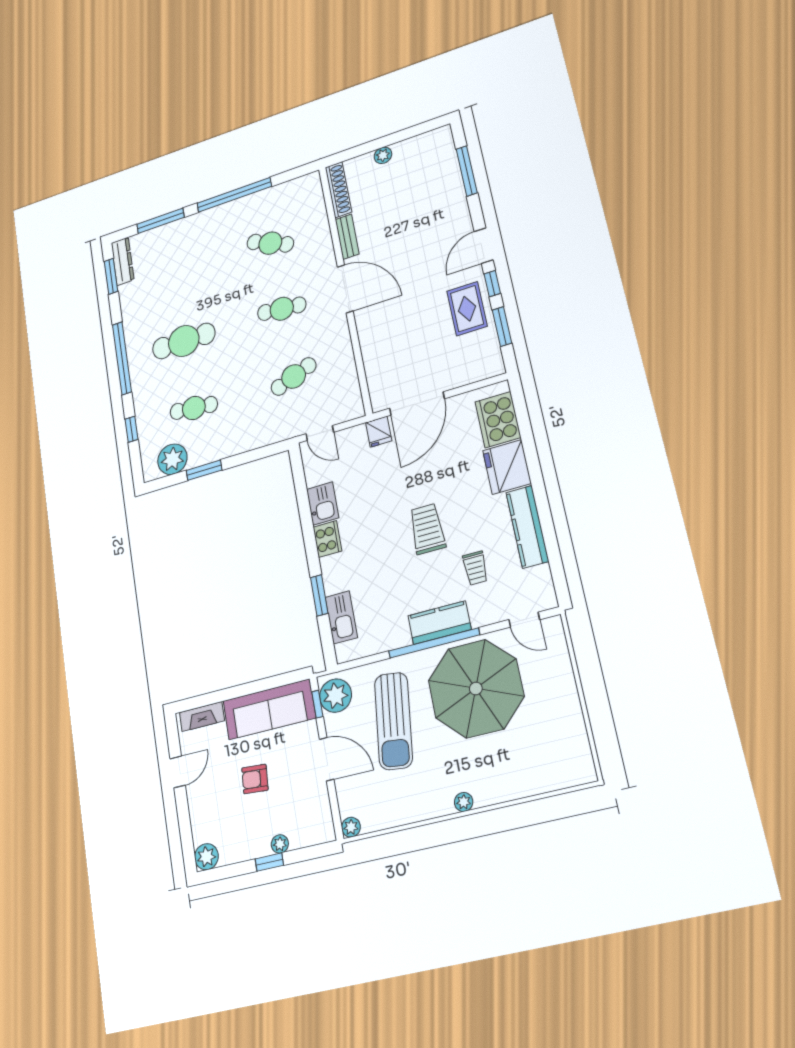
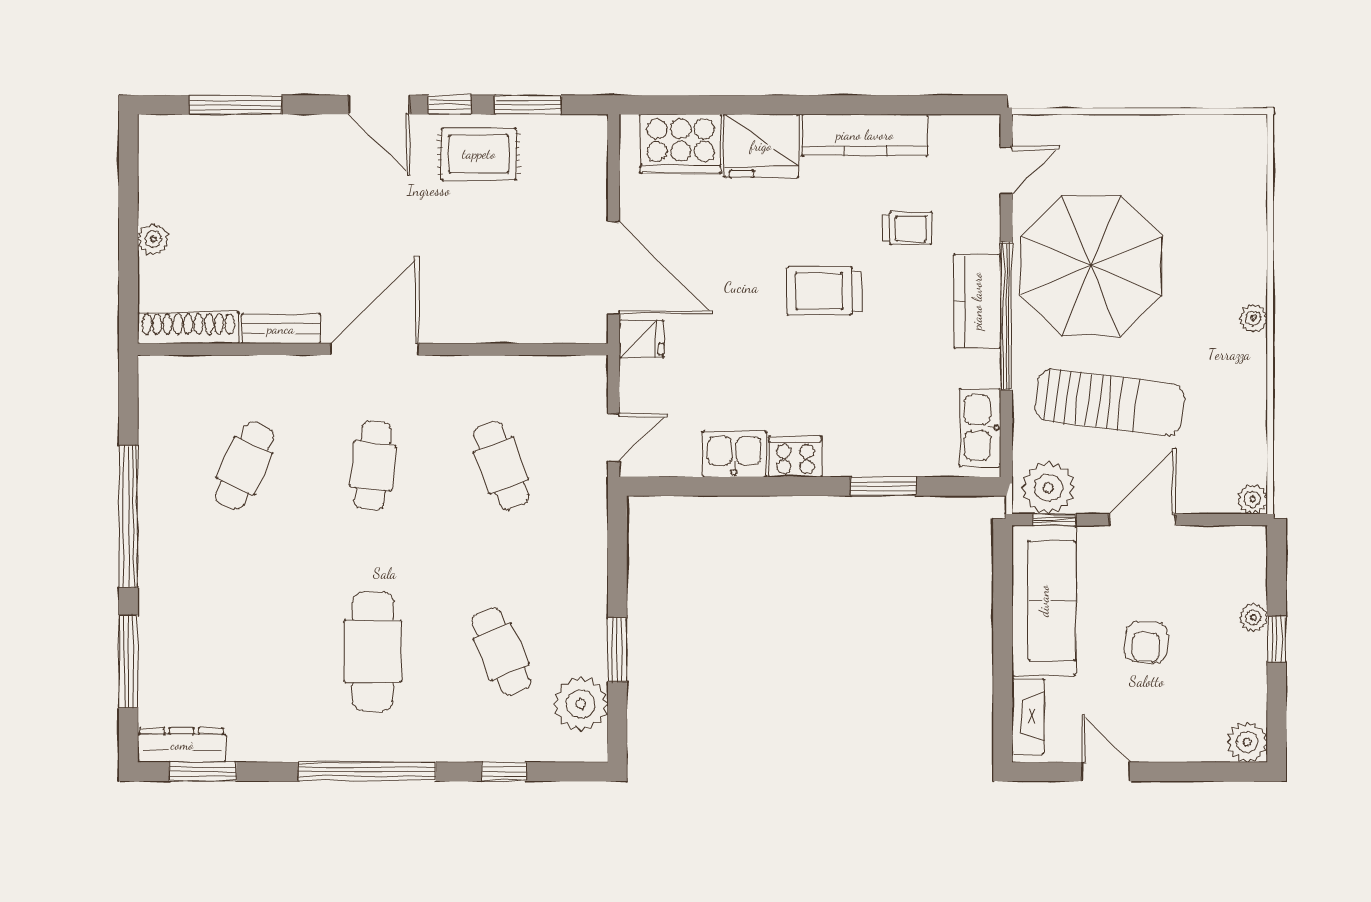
cafe table: (194, 408) -> (501, 651), turned -30
kitchen sink: (341, 617) -> (980, 428), moved, turned -90

